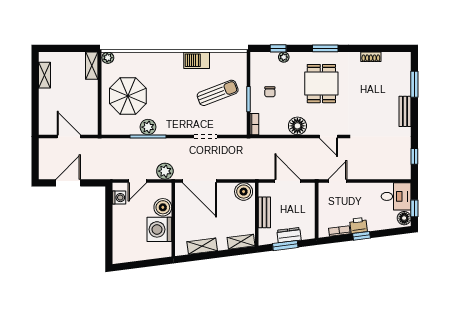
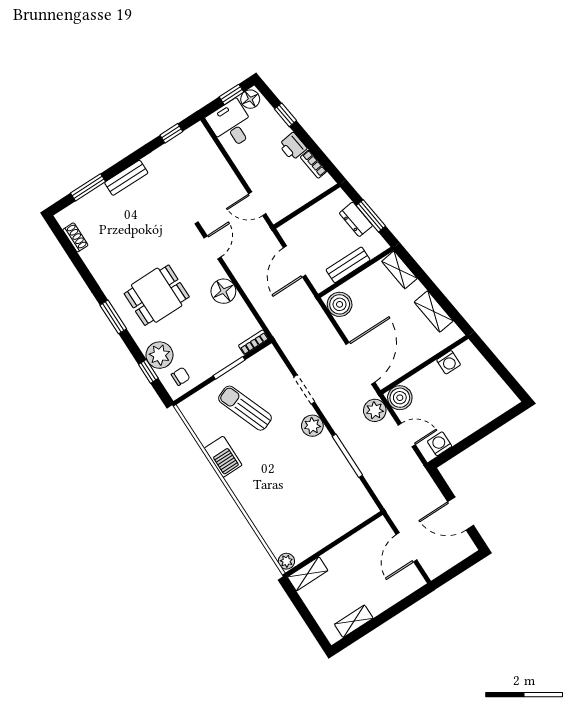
plant: (284, 57) -> (159, 355), width x1.87, depth x1.87
shoe rack: (371, 57) -> (75, 237), moved
chair: (270, 92) -> (181, 376), moved
parasol: (128, 96) -> (316, 509), removed
plant: (148, 127) -> (312, 426), moved
boiler: (163, 207) -> (400, 398), moved
washing machine: (159, 229) -> (449, 362), width x0.53, depth x0.53
window: (361, 236) -> (285, 115), moved

